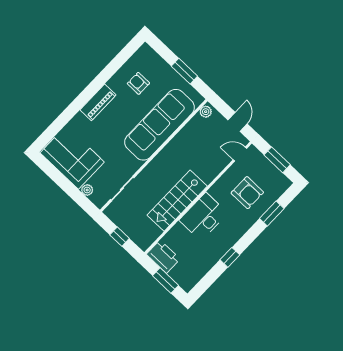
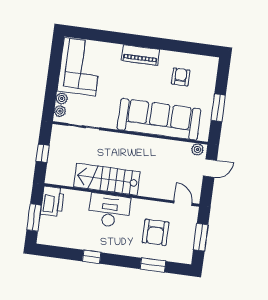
door: (238, 122) -> (210, 168), moved
plant: (96, 199) -> (60, 111), added

